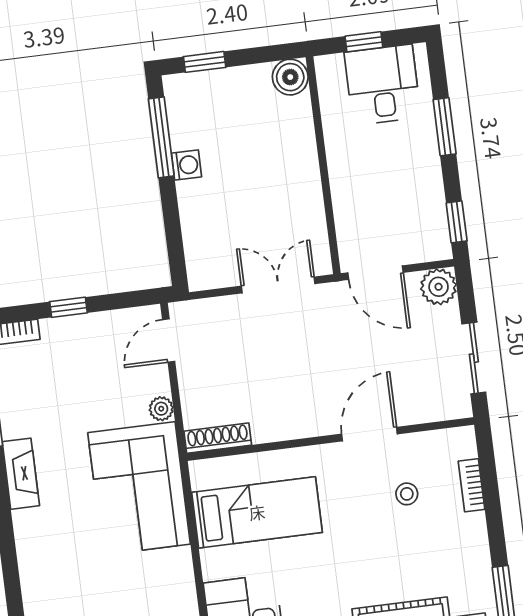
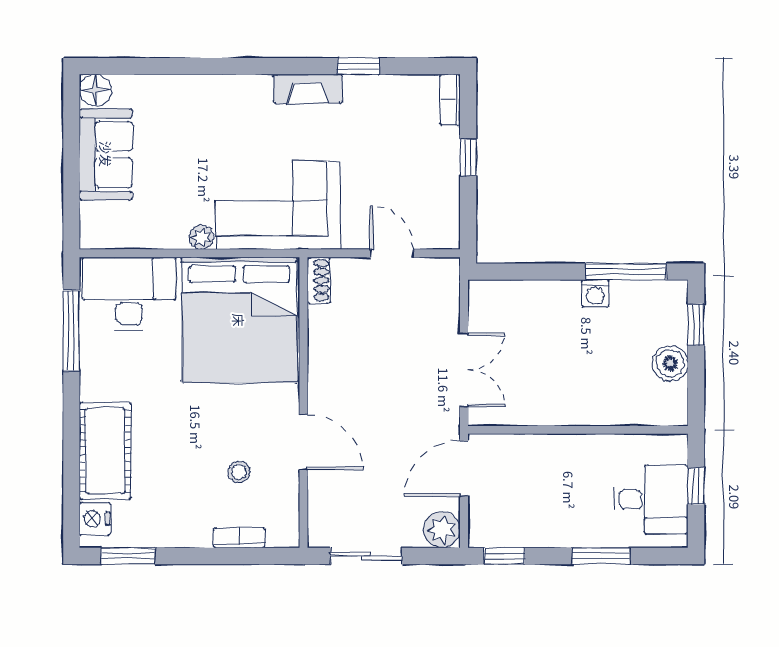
boiler: (290, 77) -> (670, 363), moved
door: (169, 340) -> (392, 253), moved
plant: (161, 409) -> (201, 237), moved
shoe rack: (218, 438) -> (319, 280), width x0.70
bed: (257, 512) -> (239, 320), width x2.04

